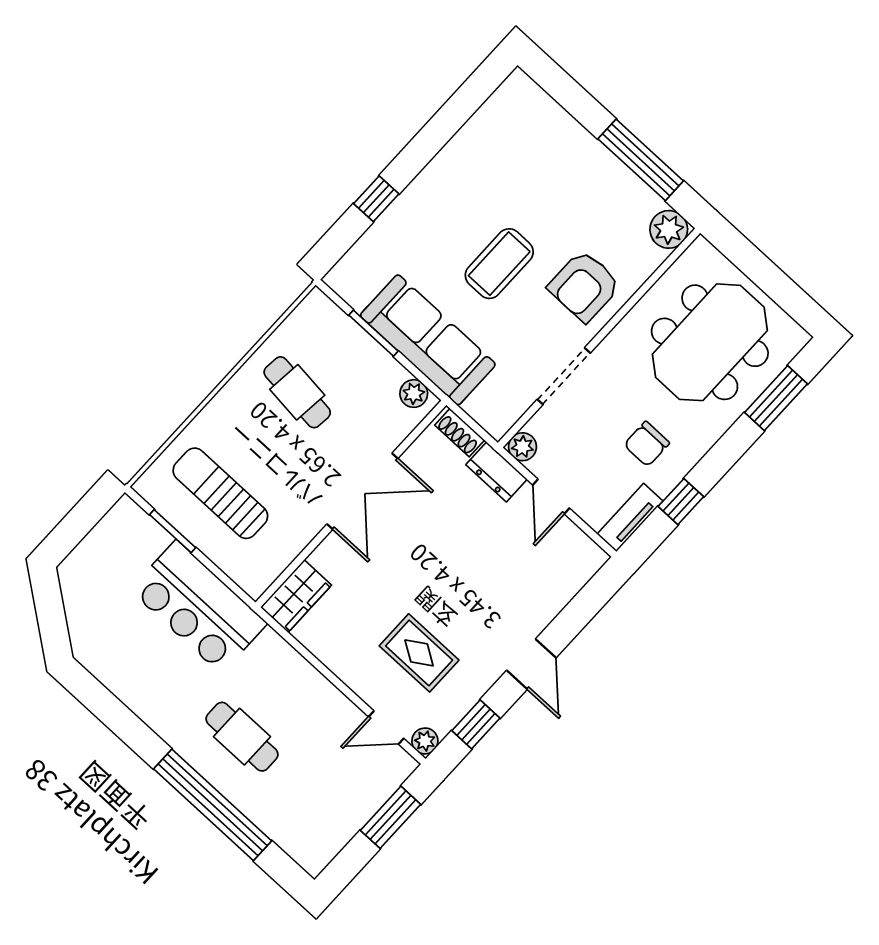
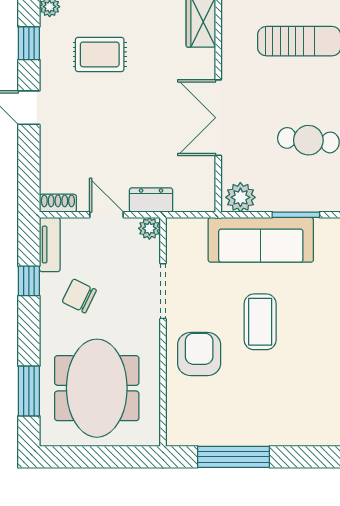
plant: (669, 229) -> (180, 432), removed
plant: (414, 394) -> (240, 197), width x1.38, depth x1.38
shoe rack: (460, 433) -> (58, 203), moved
chair: (647, 444) -> (79, 296), turned -64

